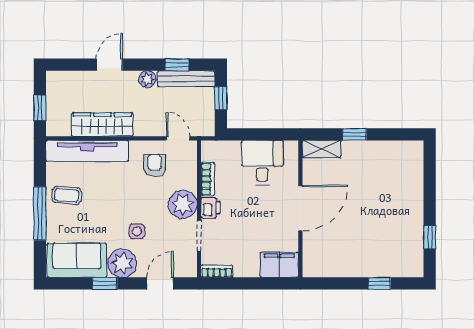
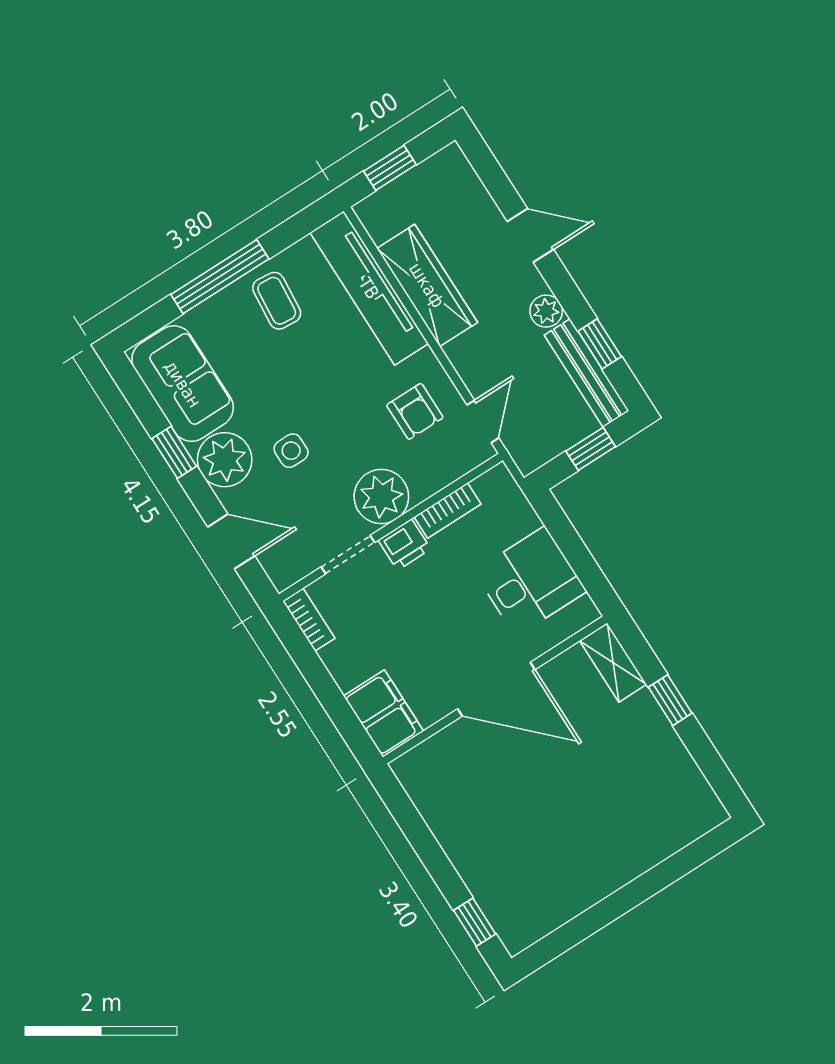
armchair: (155, 165) -> (415, 411), turned 90
window: (430, 237) -> (582, 927), removed
window: (380, 283) -> (475, 922), moved

